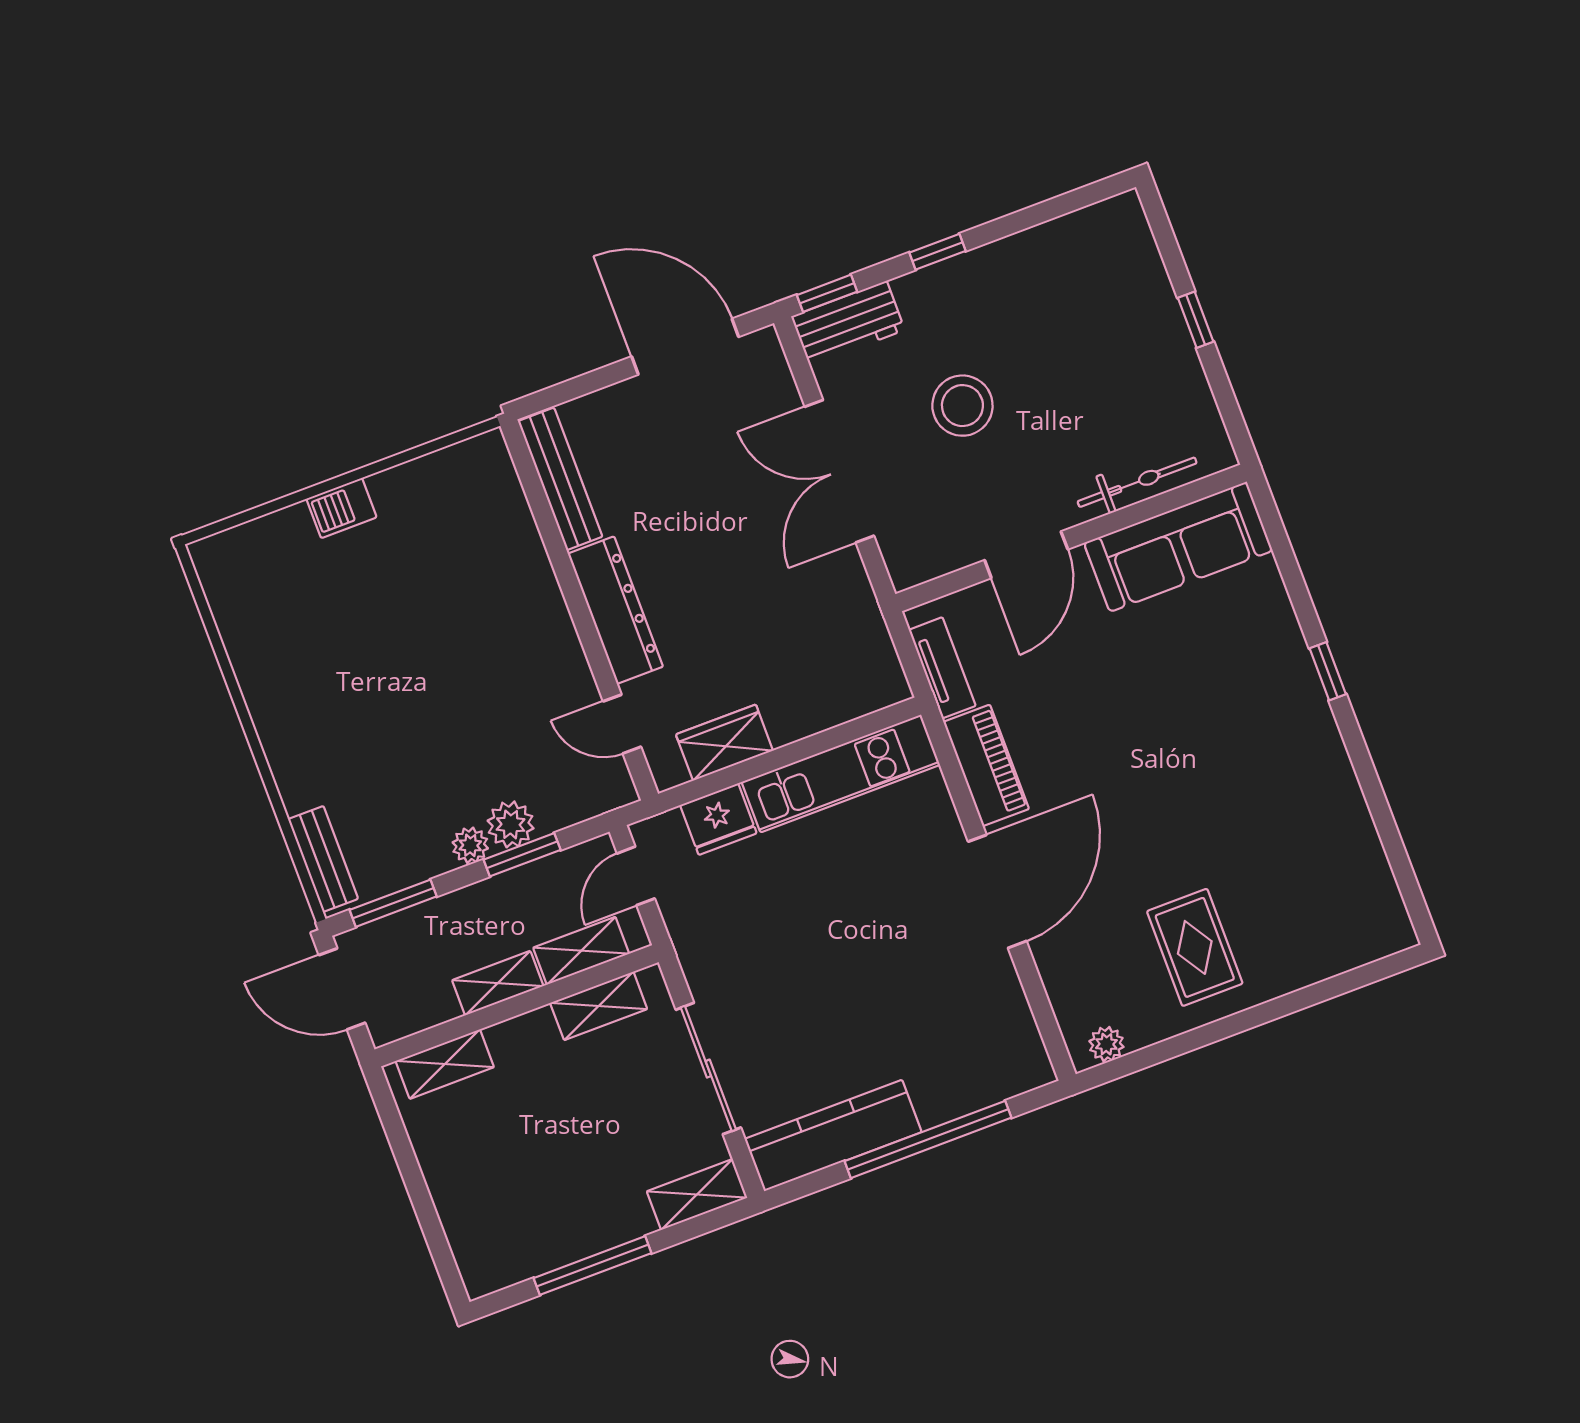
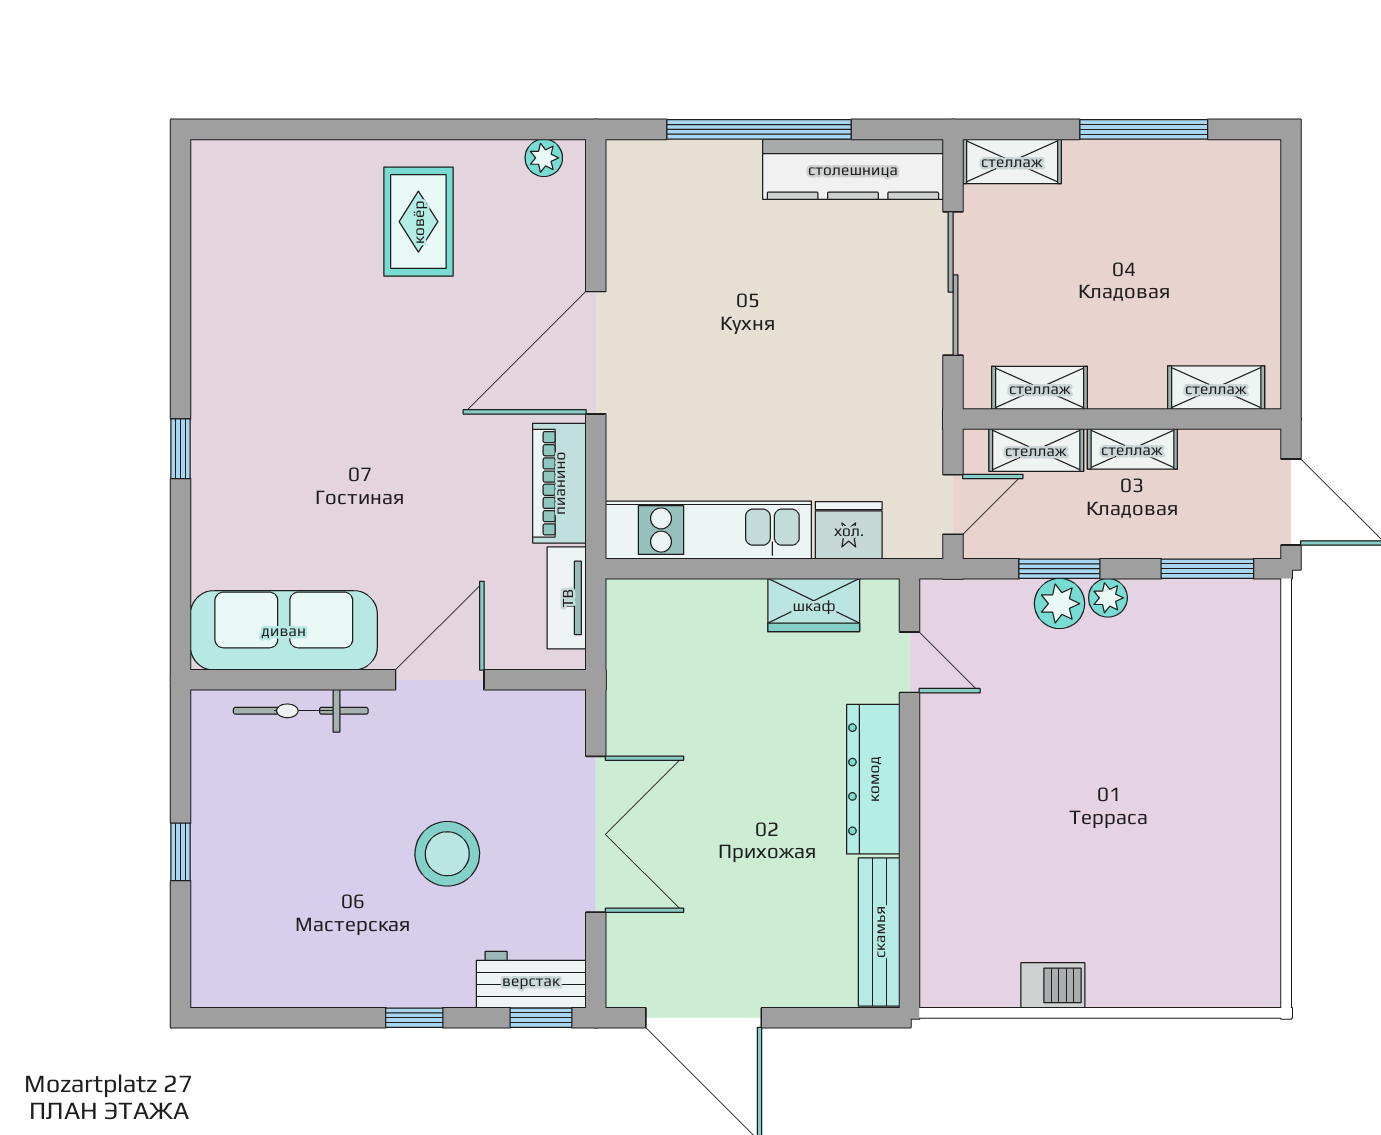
barbecue: (342, 508) -> (1053, 985), moved
bench: (323, 859) -> (1261, 640), removed

